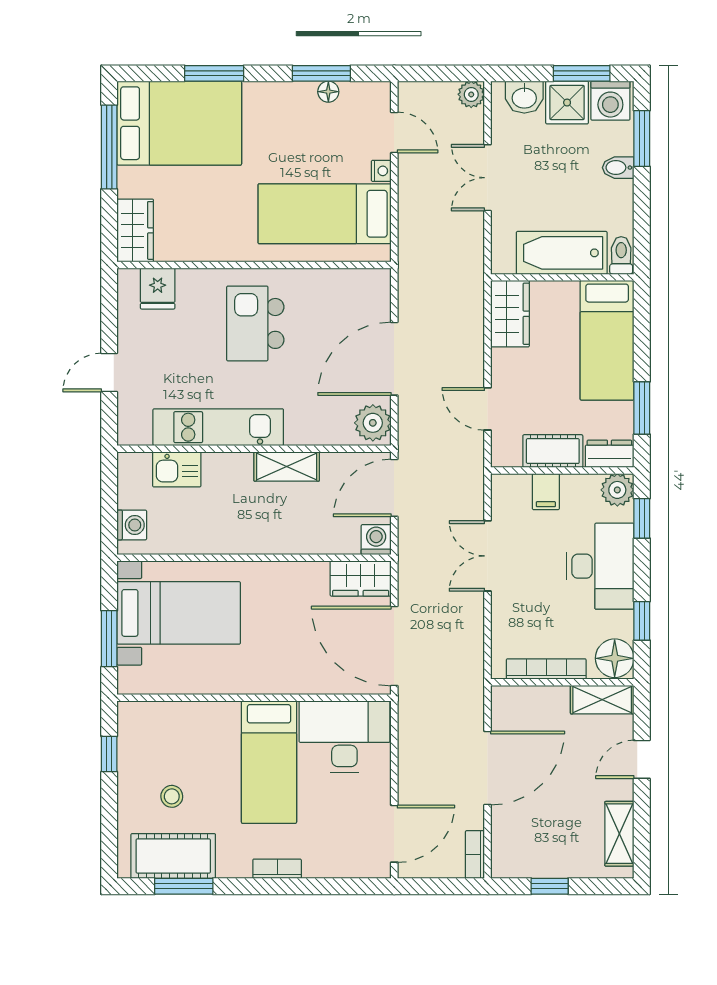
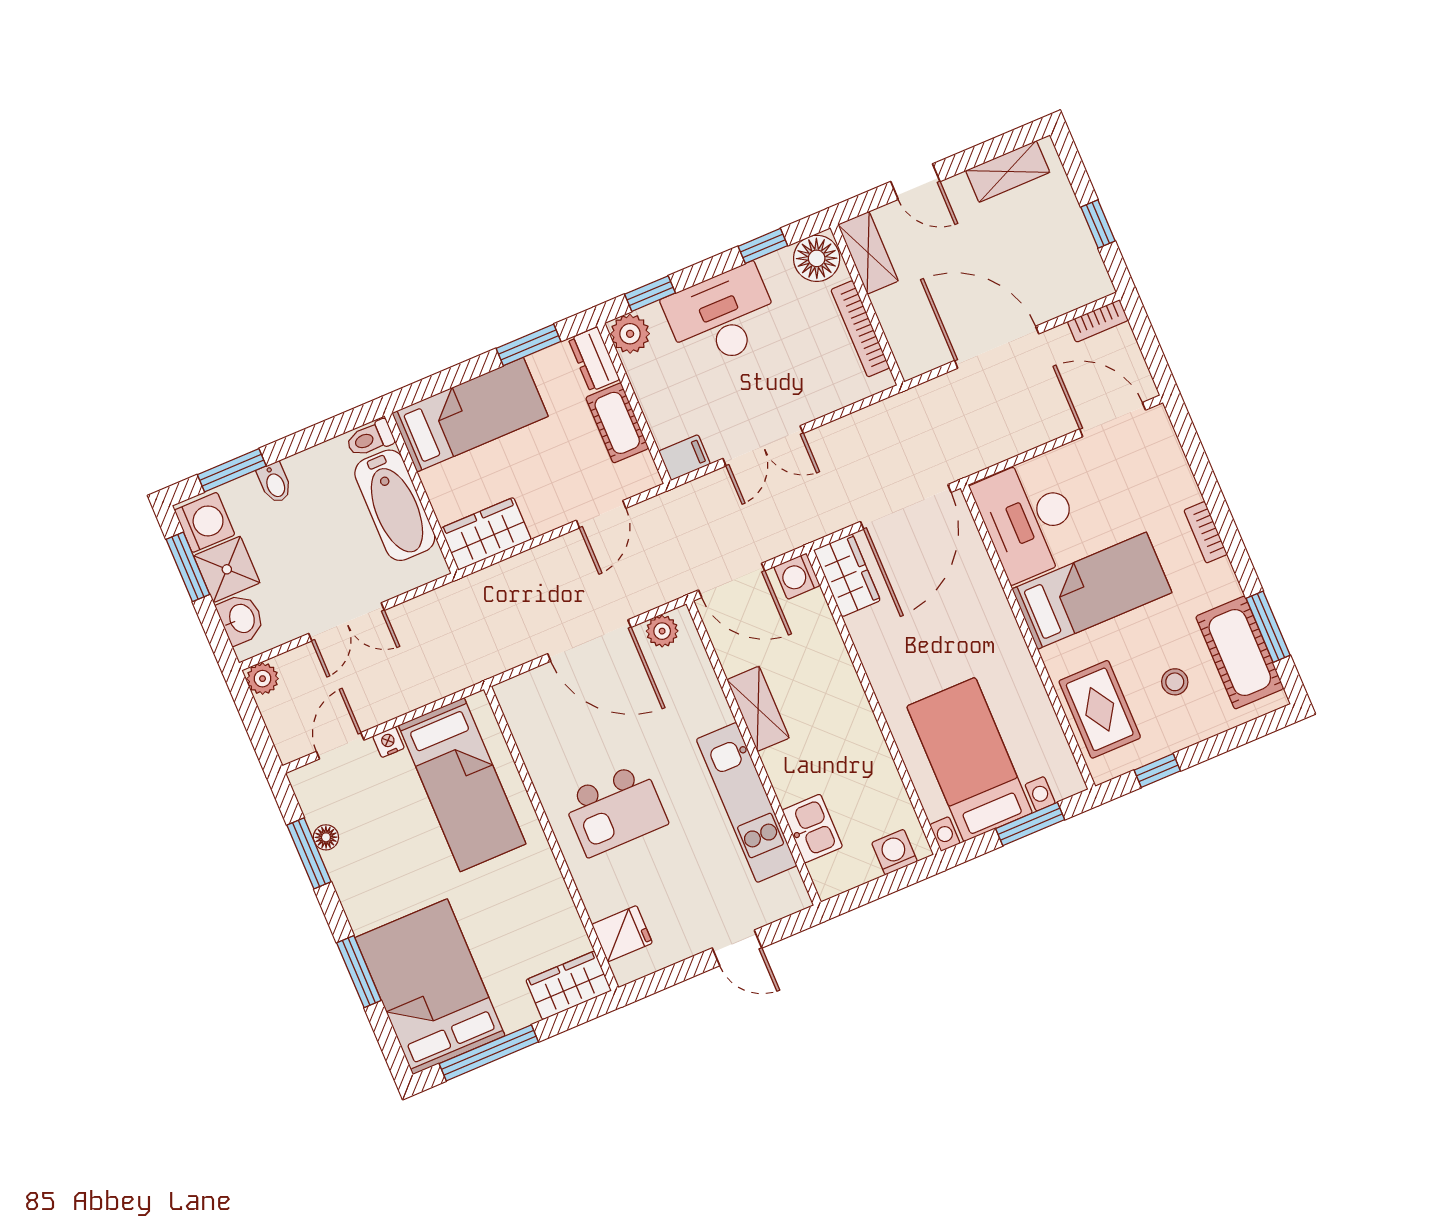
plant: (373, 423) -> (662, 631), width x0.73, depth x0.73
filing cabinet: (546, 492) -> (684, 458), moved
rug: (175, 730) -> (1100, 709), added

